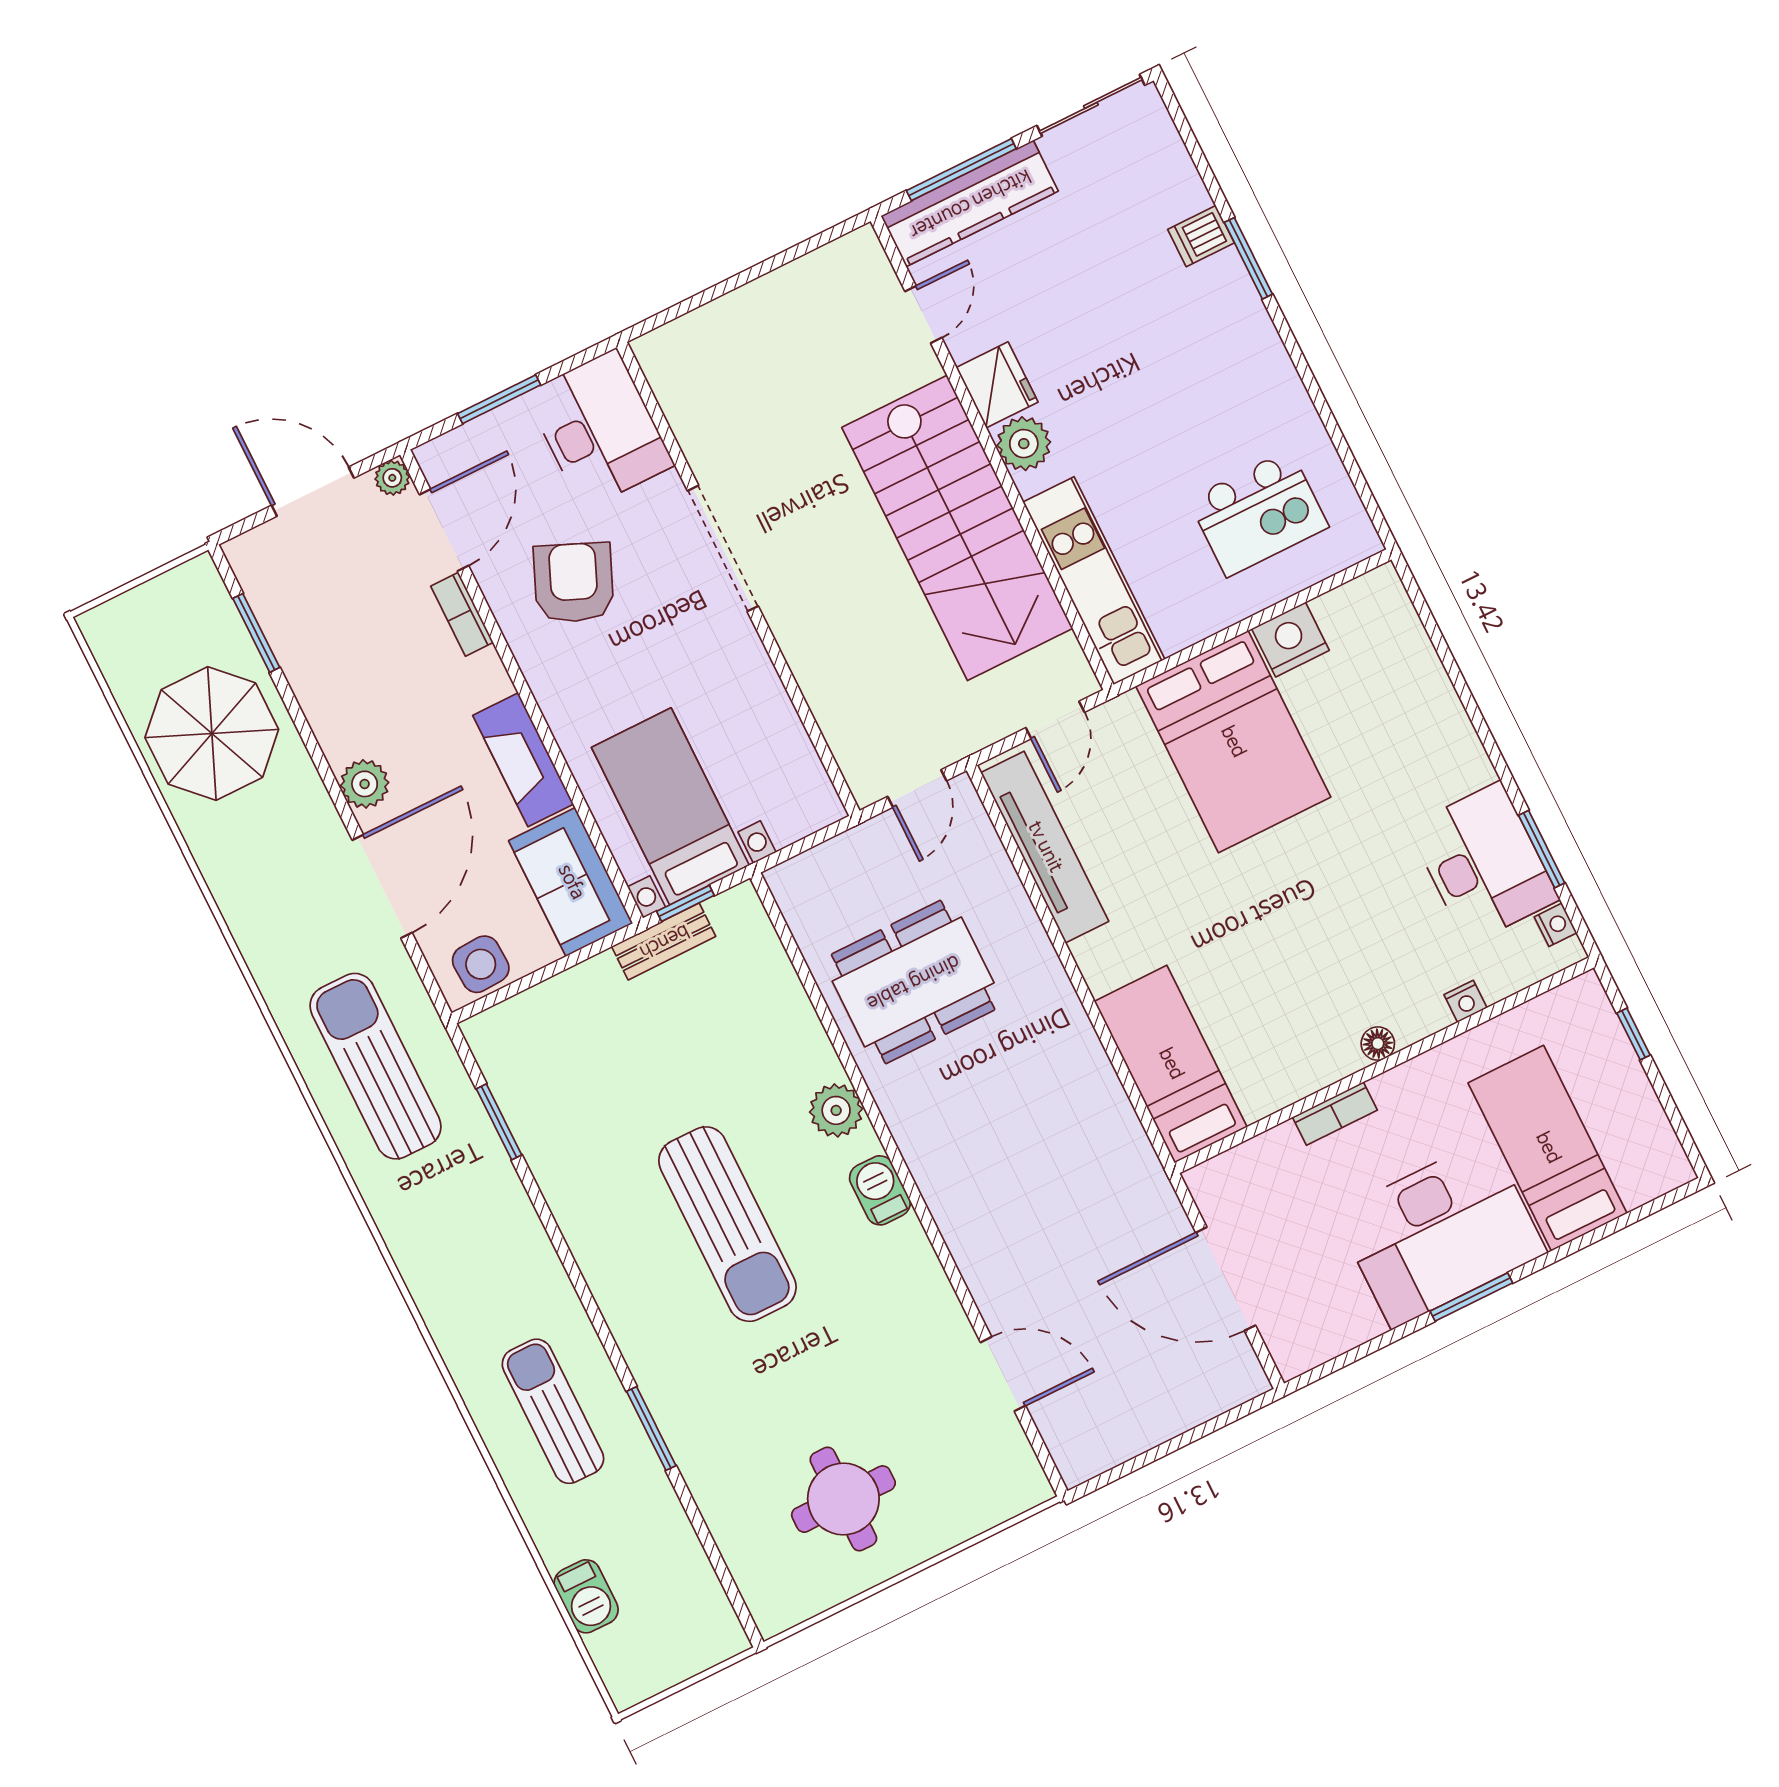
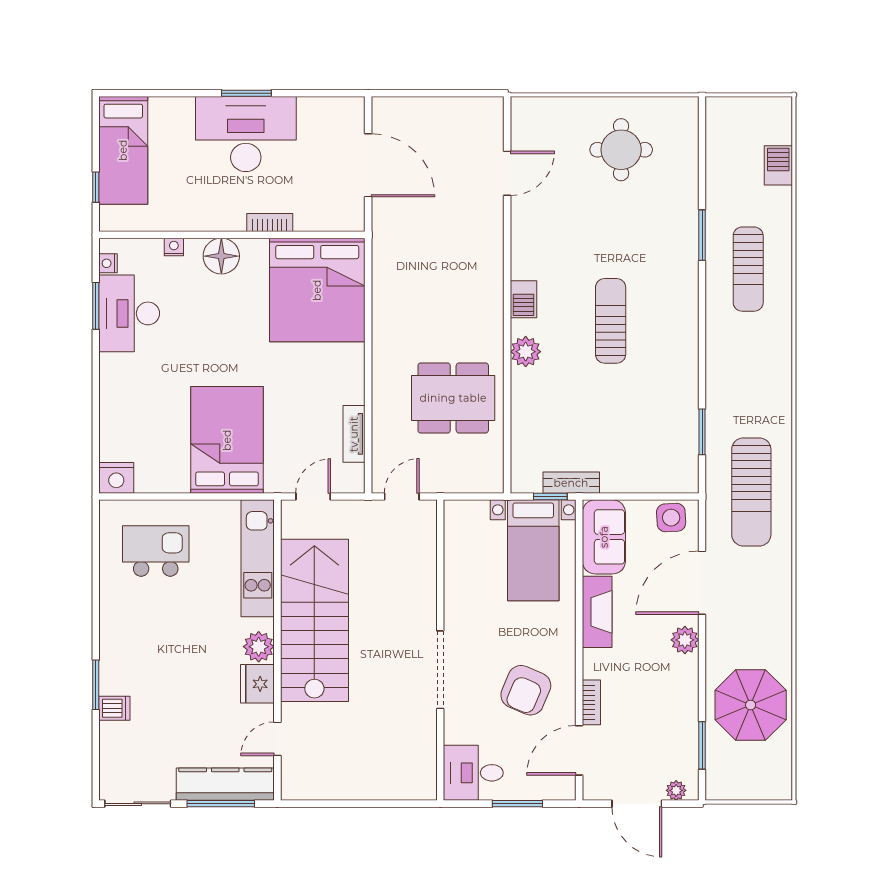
desk: (600, 429) -> (473, 773), width x0.73
plant: (392, 478) -> (676, 790), moved
nightstand: (1290, 639) -> (116, 478), moved
tv unit: (1045, 847) -> (354, 434), width x0.52, depth x0.78
floor lamp: (1378, 1044) -> (221, 256), width x1.89, depth x1.89
bed: (1171, 1064) -> (317, 290), width x2.04
bed: (1548, 1148) -> (123, 150), moved
sun lounger: (727, 1224) -> (611, 321), width x0.73, depth x0.75
door: (1003, 1374) -> (507, 173), swing flipped

